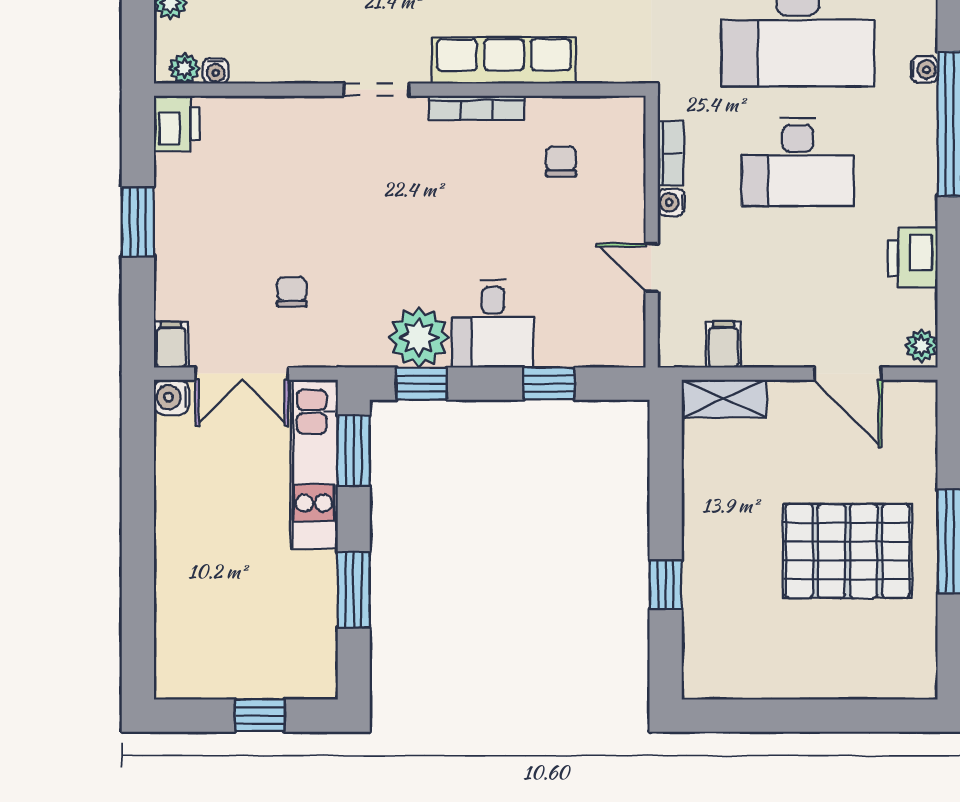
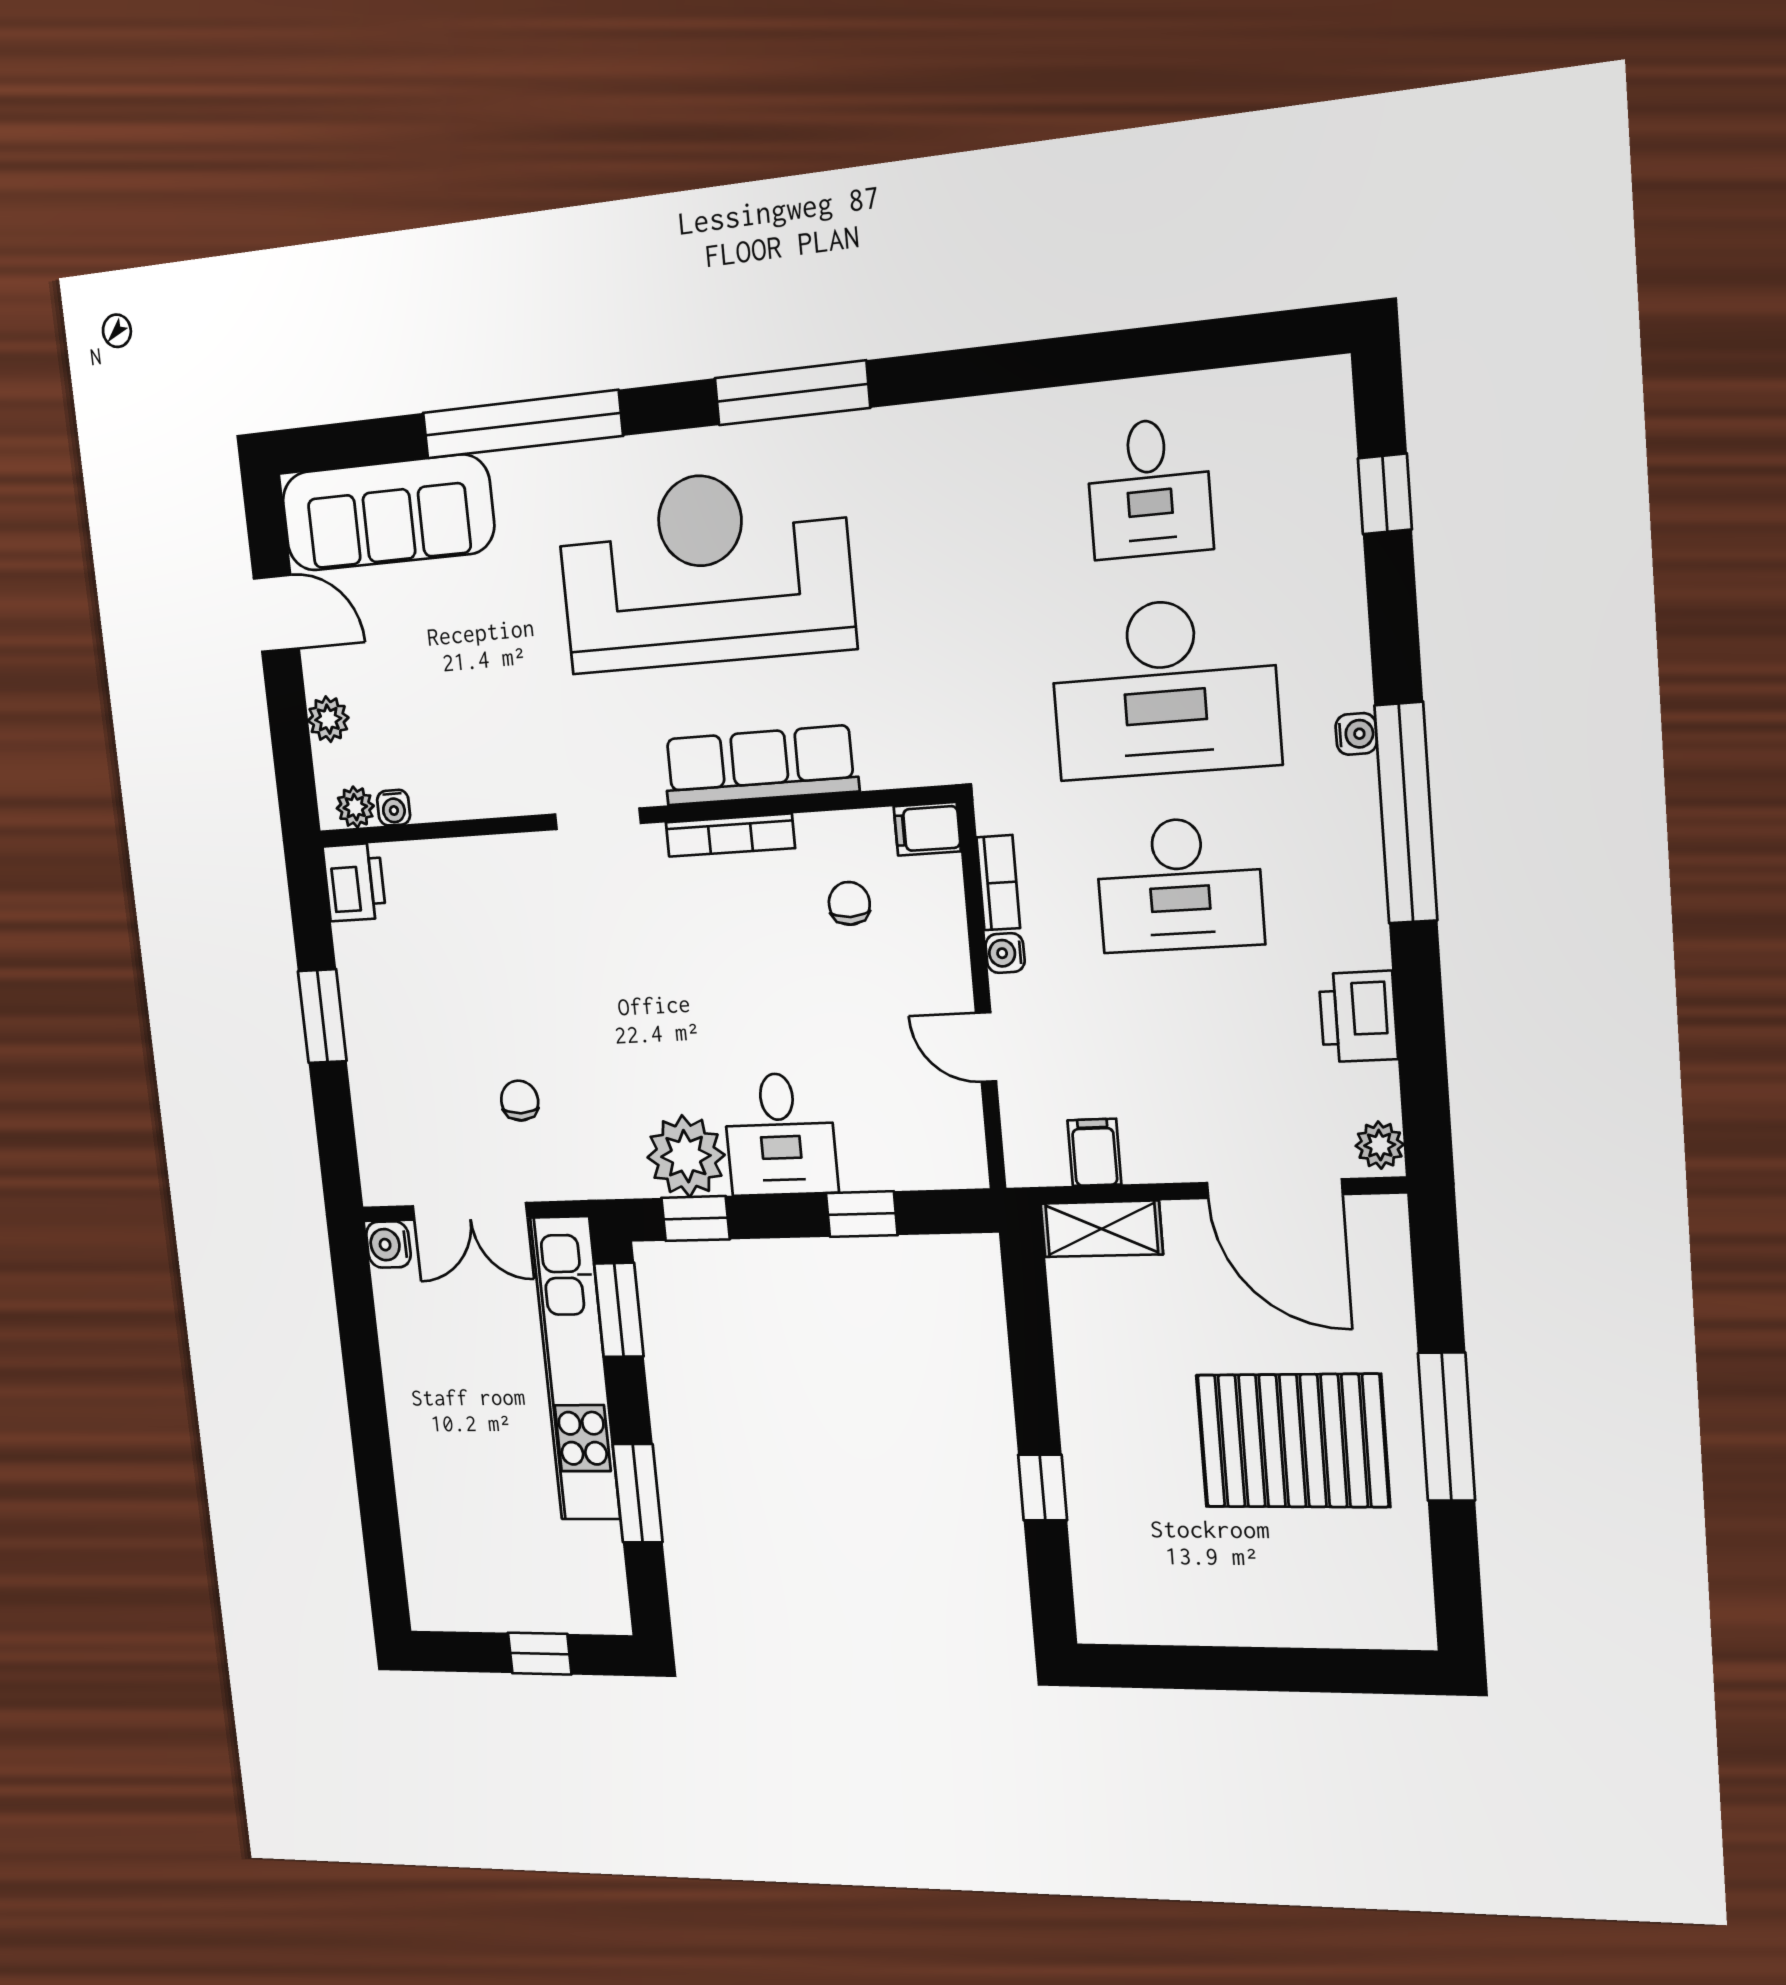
filing cabinet: (171, 345) -> (927, 829), moved, turned -90
door: (848, 374) -> (1275, 1189), width x1.36
kitchen unit: (314, 464) -> (575, 1369), width x1.36

